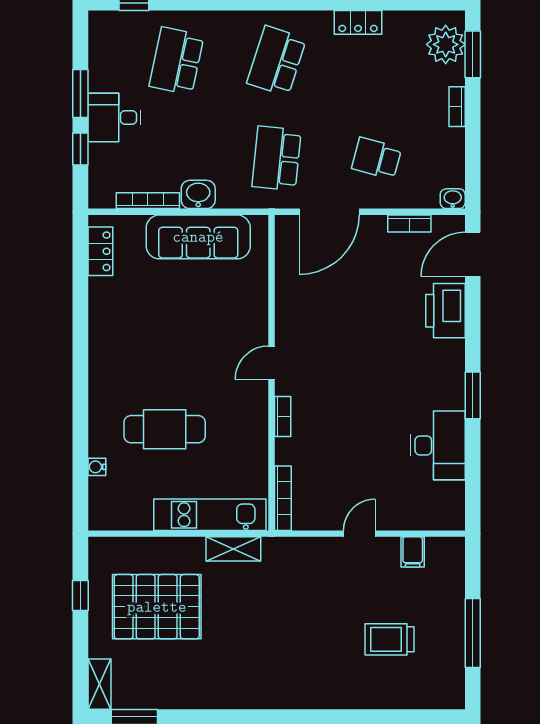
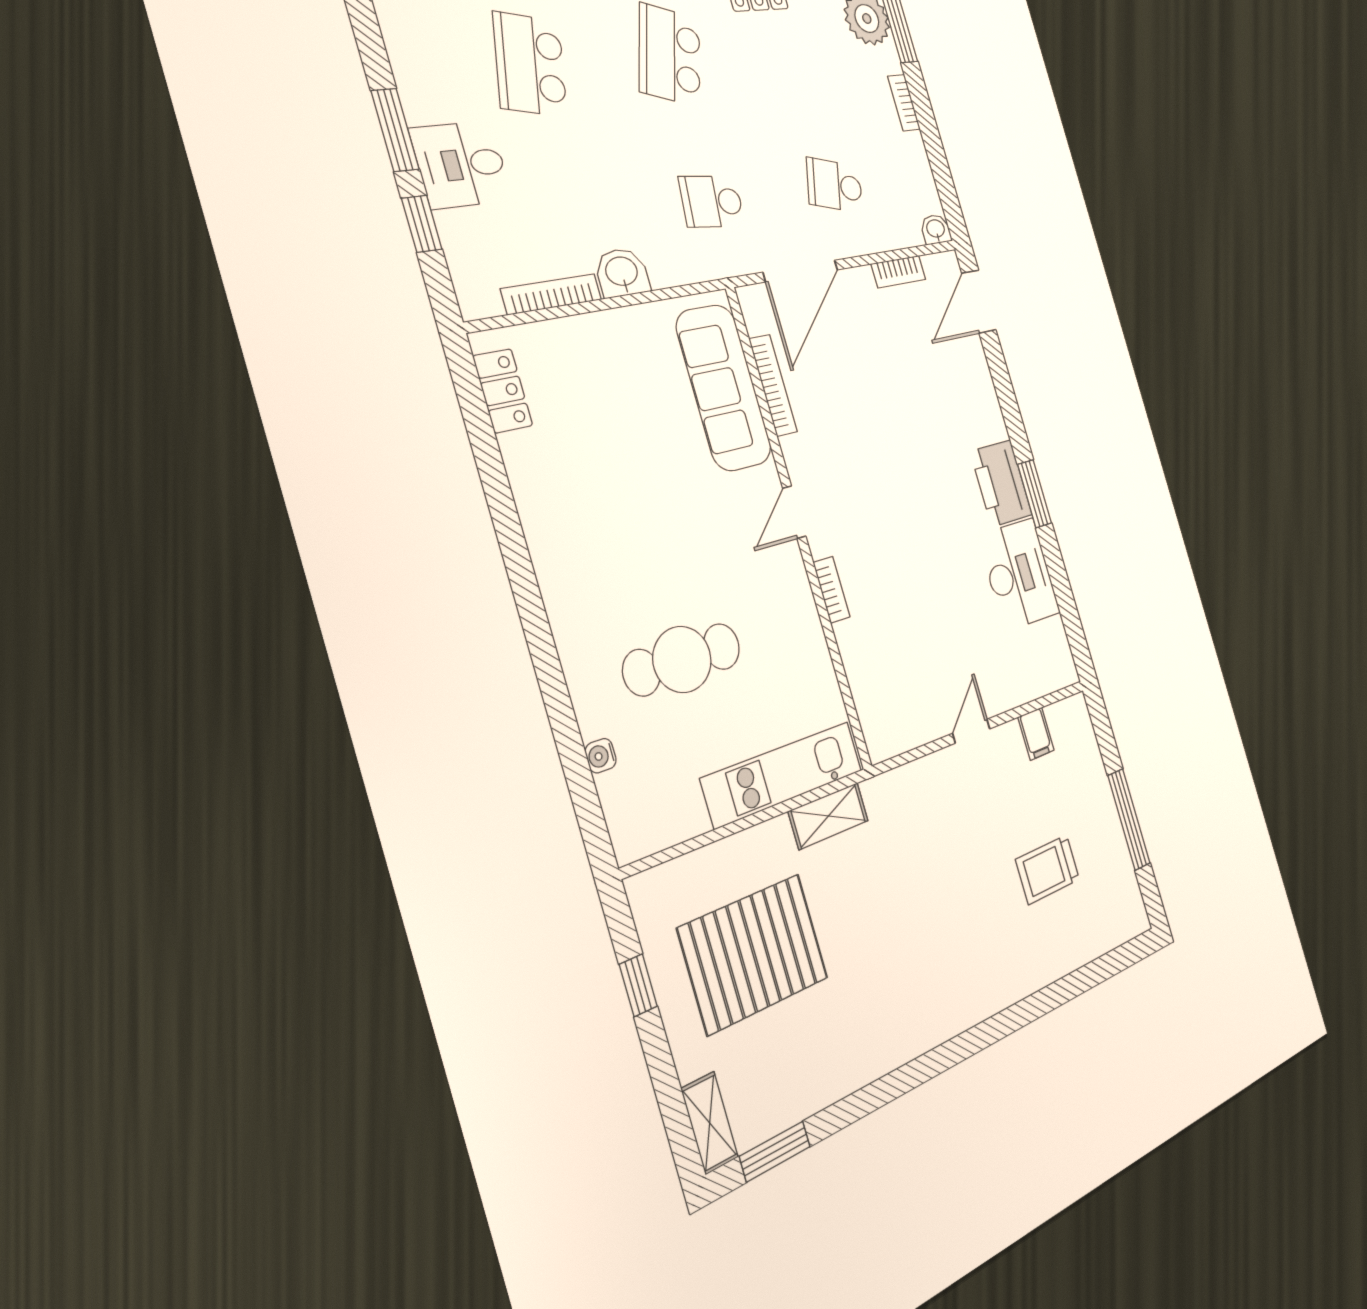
school desk: (277, 158) -> (712, 202), width x0.54
sofa: (198, 237) -> (724, 387), moved, turned 90
printer: (445, 311) -> (1001, 483), moved
bookcase: (283, 498) -> (773, 385), moved

